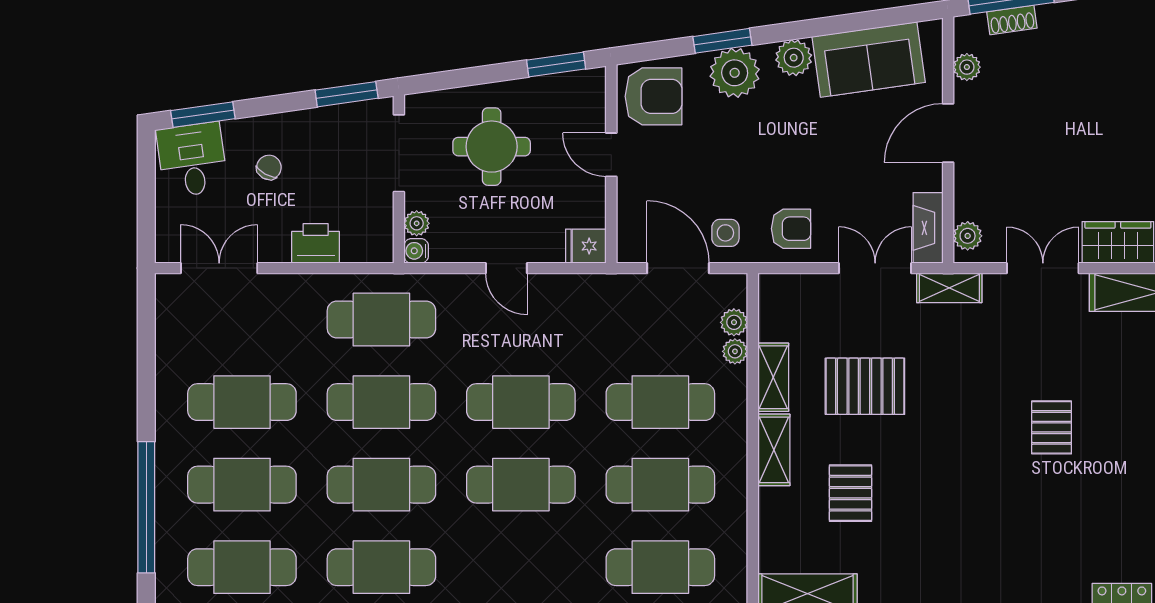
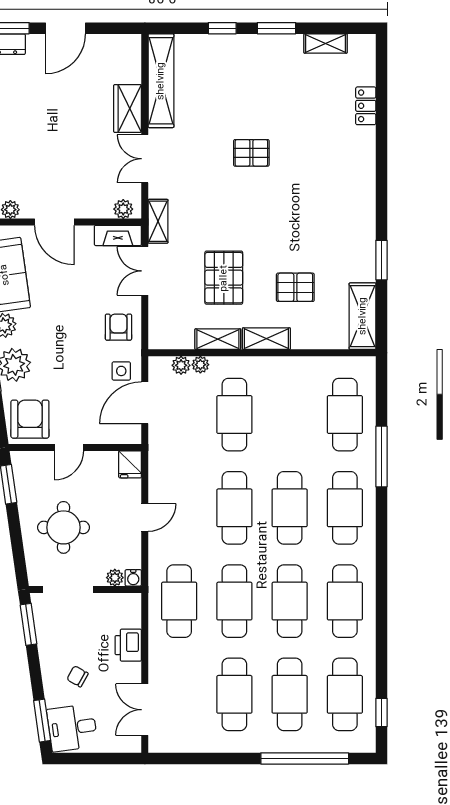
cafe table: (660, 485) -> (345, 508), moved

